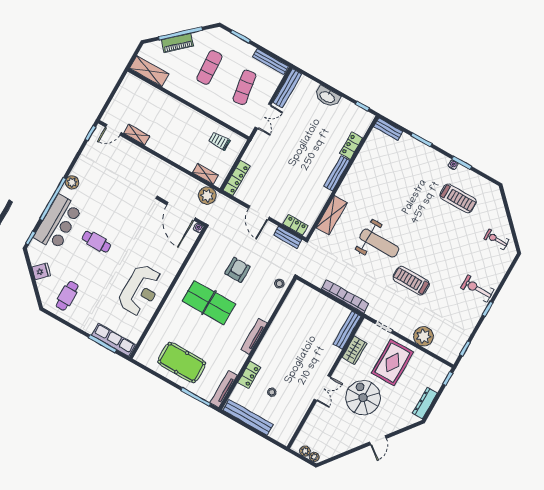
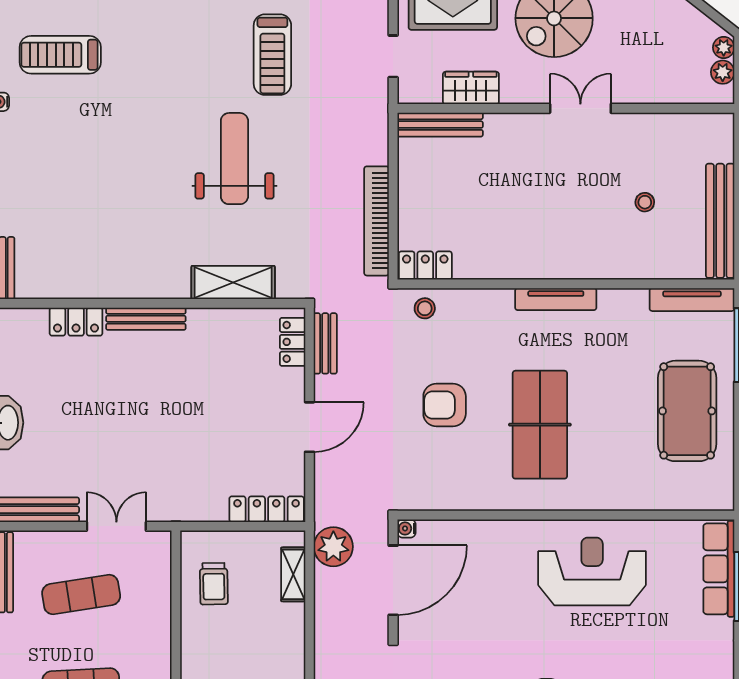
treadmill: (458, 198) -> (60, 55), turned -90
bookcase: (345, 296) -> (377, 221), moved
locker: (249, 375) -> (425, 266), moved

